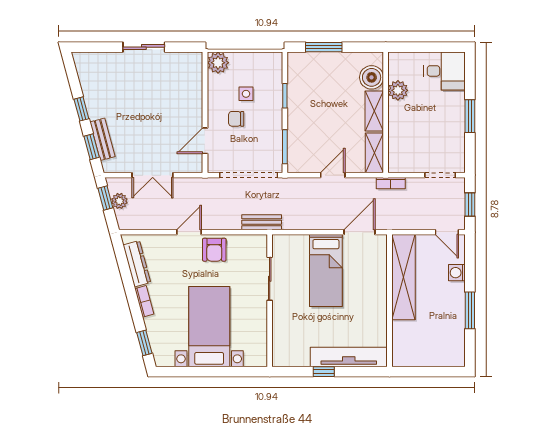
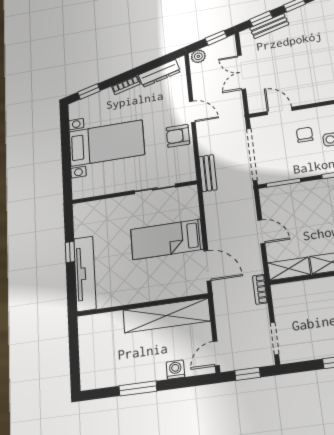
plant: (119, 201) -> (198, 56), moved

